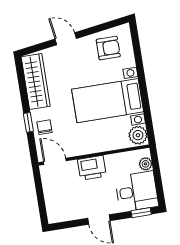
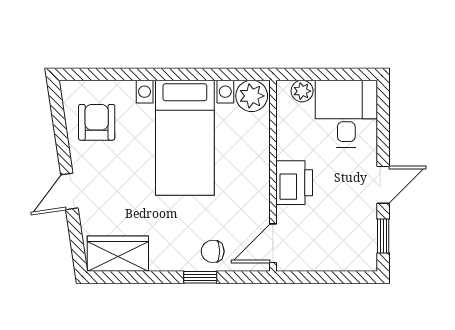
wardrobe: (36, 81) -> (118, 254), width x0.67
window: (141, 213) -> (383, 236), moved

